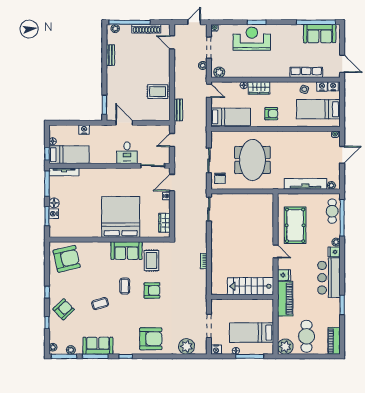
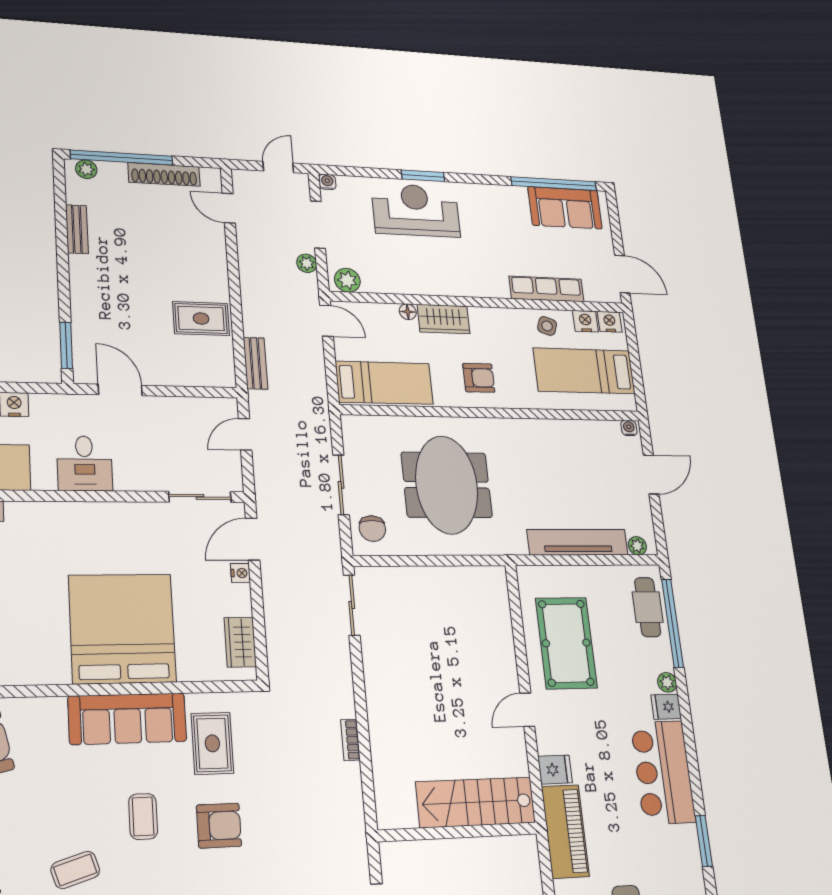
desk: (127, 153) -> (85, 463), moved
sofa: (126, 251) -> (127, 719), width x1.36
door: (276, 251) -> (527, 710), swing flipped

